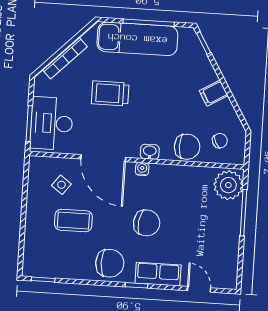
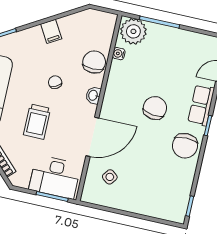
chair: (220, 141) -> (55, 82), moved
water cooler: (142, 169) -> (119, 54), moved
coffee table: (73, 220) -> (143, 171), removed
chair: (110, 263) -> (185, 146), turned 180

